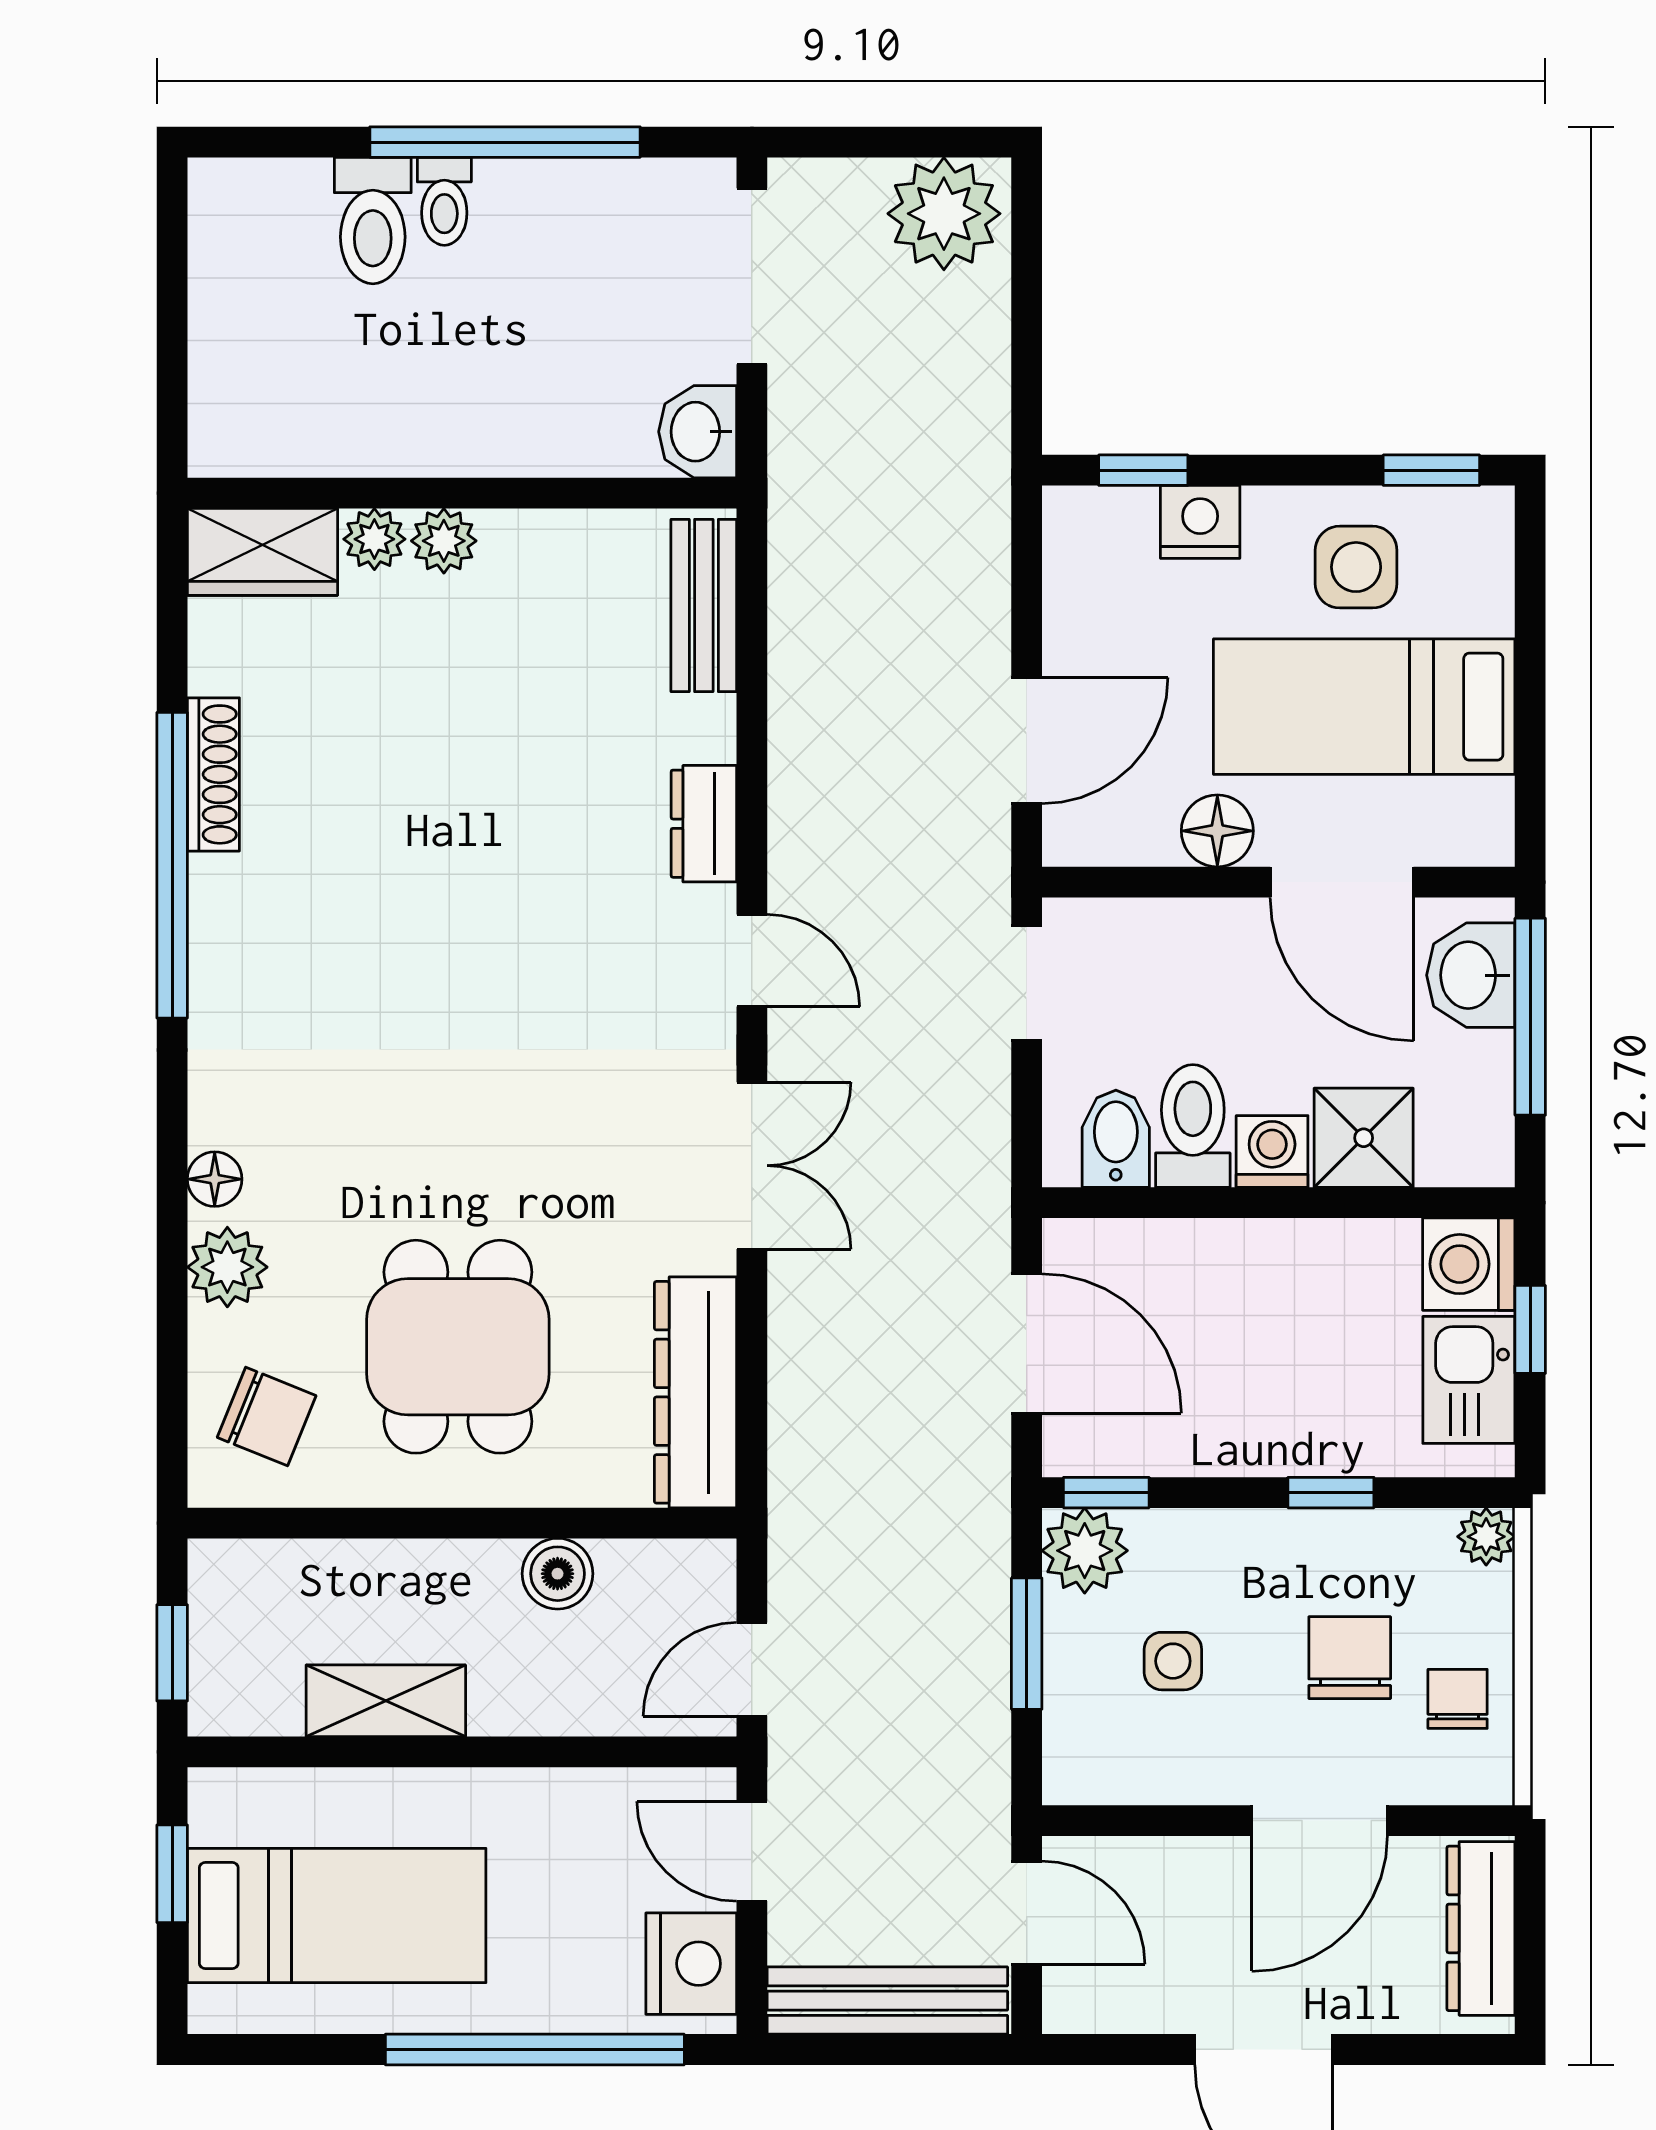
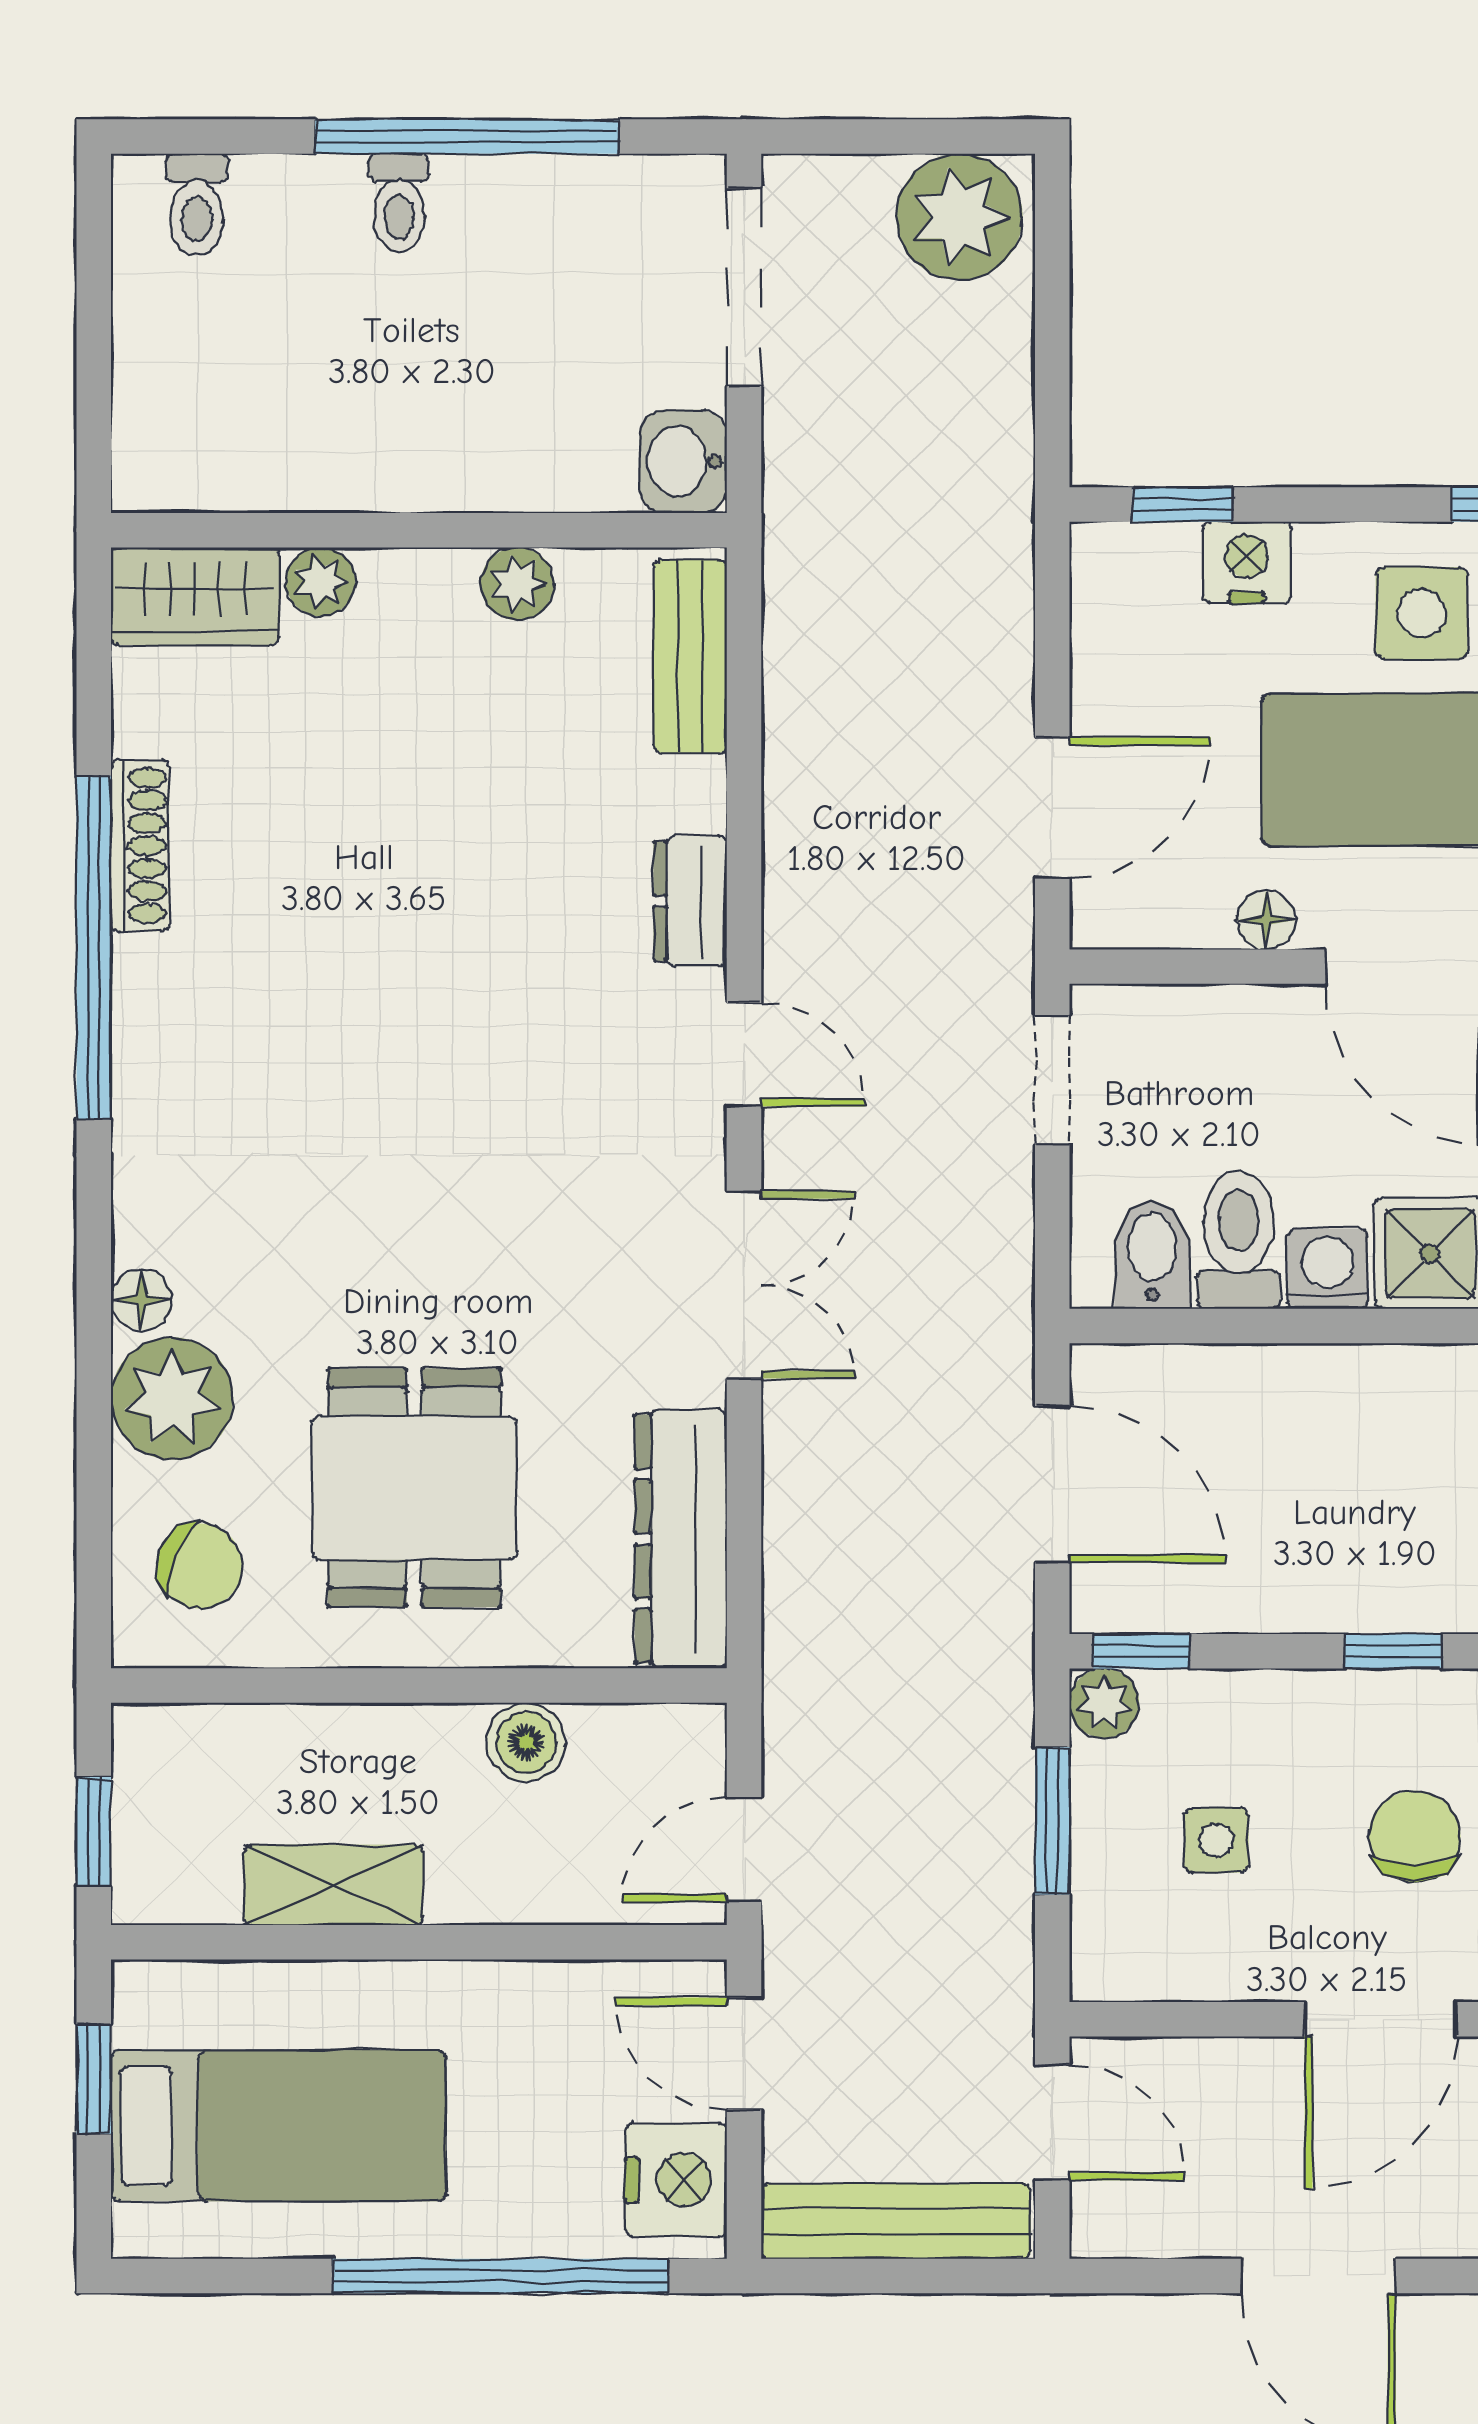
toilet: (373, 221) -> (197, 205), moved, width x0.73, depth x0.72
plant: (444, 541) -> (517, 584), moved
floor lamp: (1217, 831) -> (1266, 920), width x0.73, depth x0.73
plant: (227, 1267) -> (172, 1398), width x1.36, depth x1.36
plant: (1085, 1551) -> (1104, 1703), width x0.73, depth x0.73

